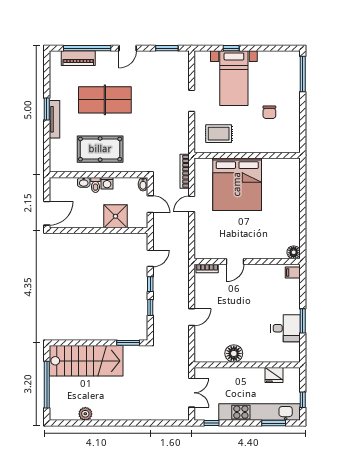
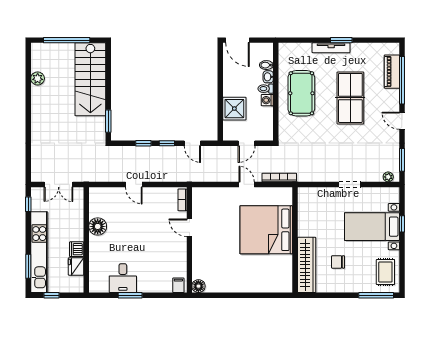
plant: (184, 62) -> (388, 177), added
rug: (219, 134) -> (385, 272), moved
wardrobe: (272, 144) -> (307, 265), added
bidet: (143, 184) -> (266, 65), moved
dishwasher: (257, 374) -> (77, 249), added

